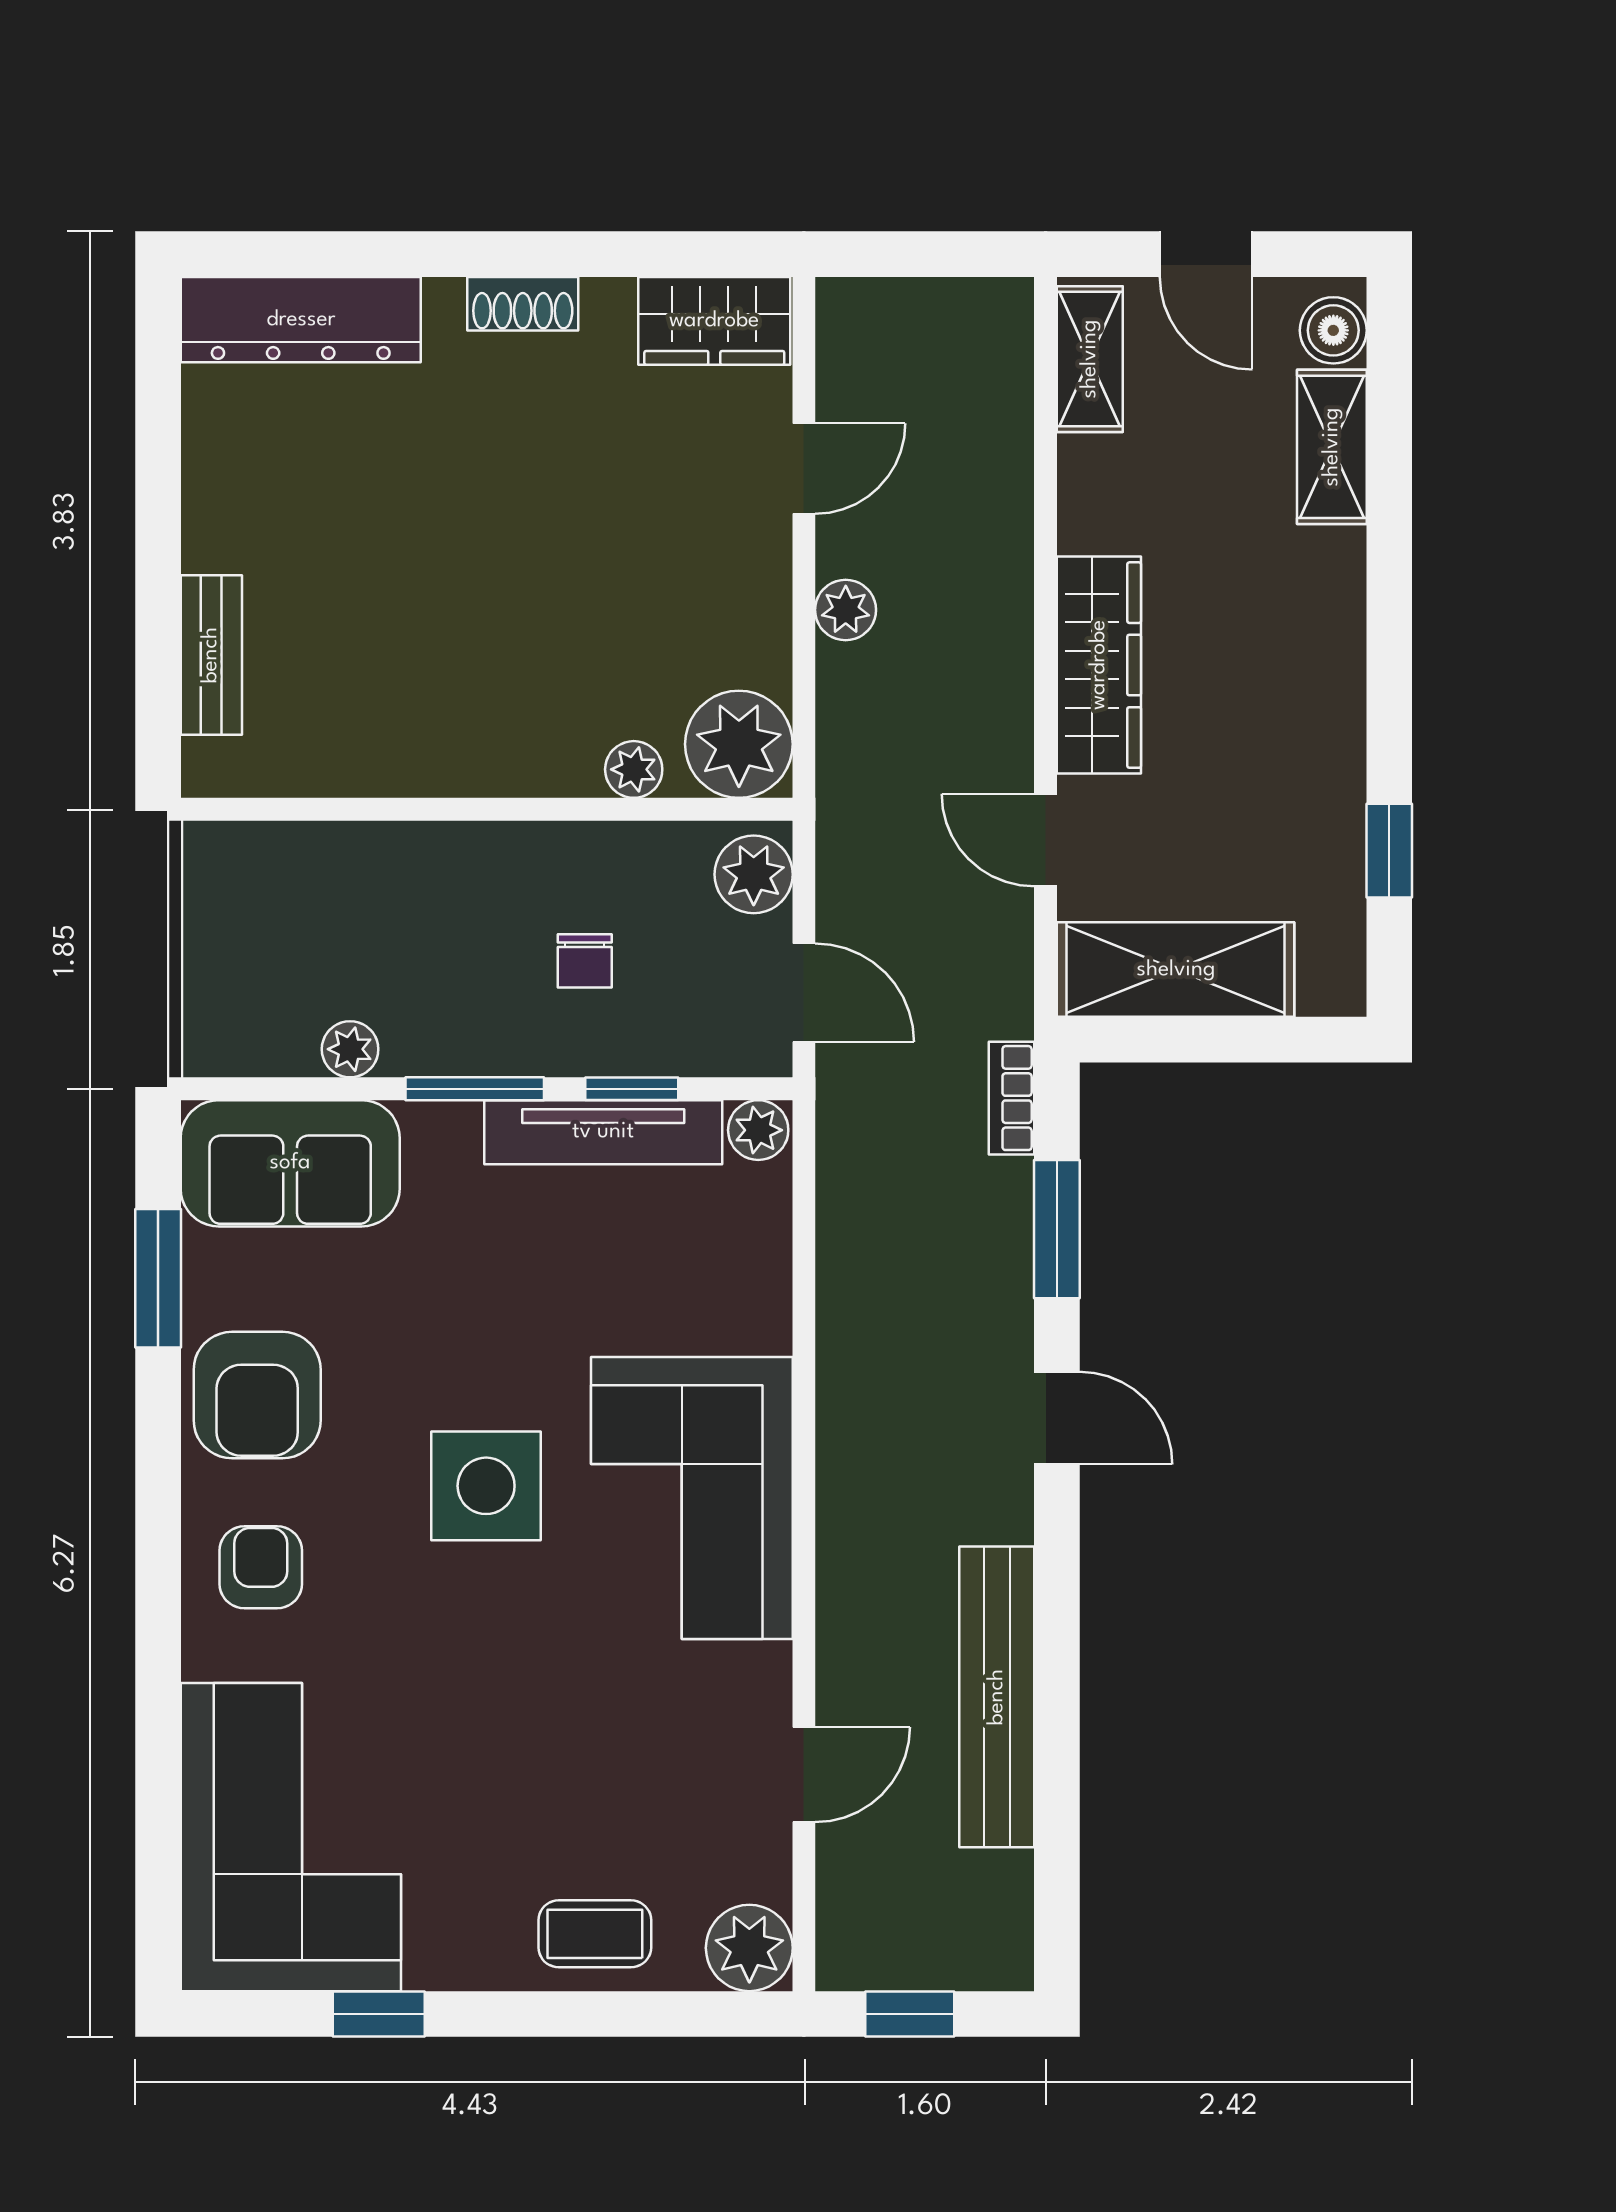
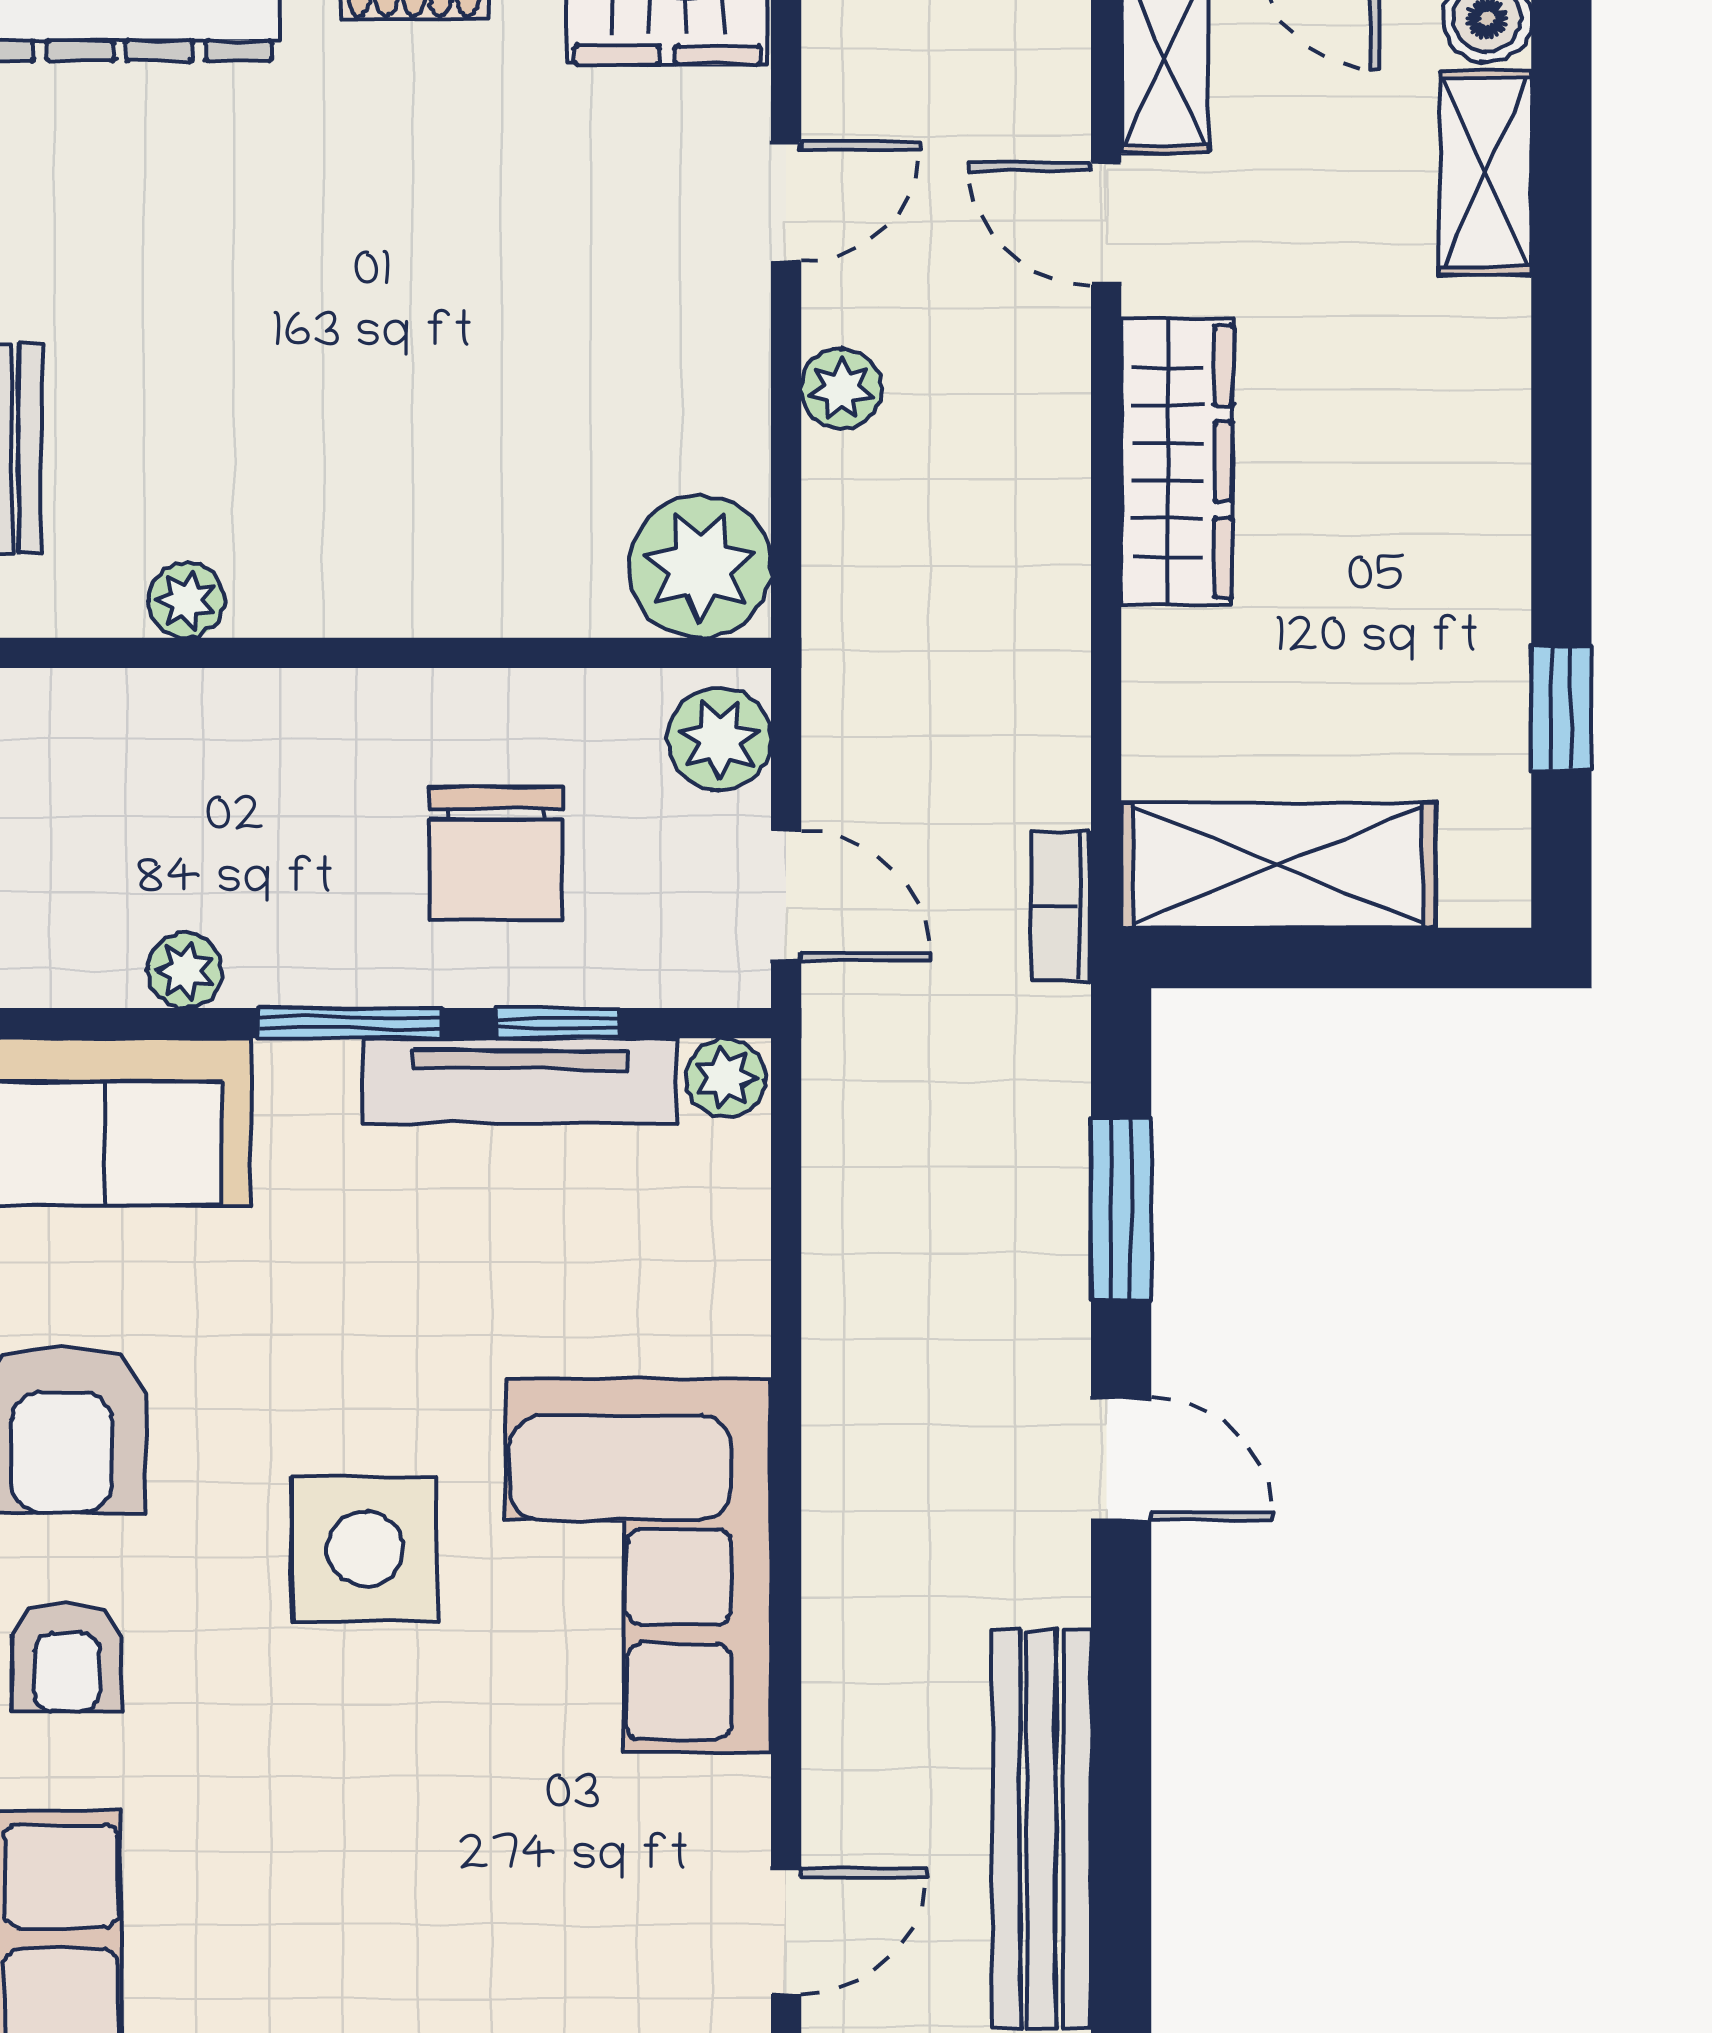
plant: (634, 769) -> (187, 600), moved
door: (1046, 840) -> (1106, 224), moved
chair: (585, 961) -> (496, 854), width x1.87, depth x1.87
bookcase: (1012, 1098) -> (1061, 906), moved
armchair: (261, 1567) -> (67, 1657), turned 180

